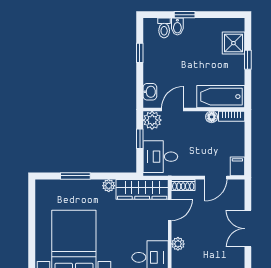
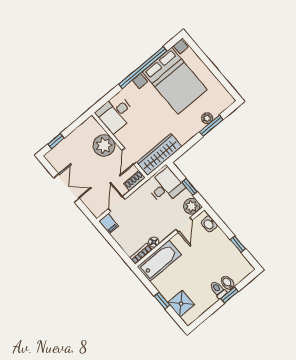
toilet: (164, 28) -> (218, 289), moved
plant: (109, 186) -> (207, 118), moved
plant: (178, 244) -> (104, 145), width x1.87, depth x1.87

